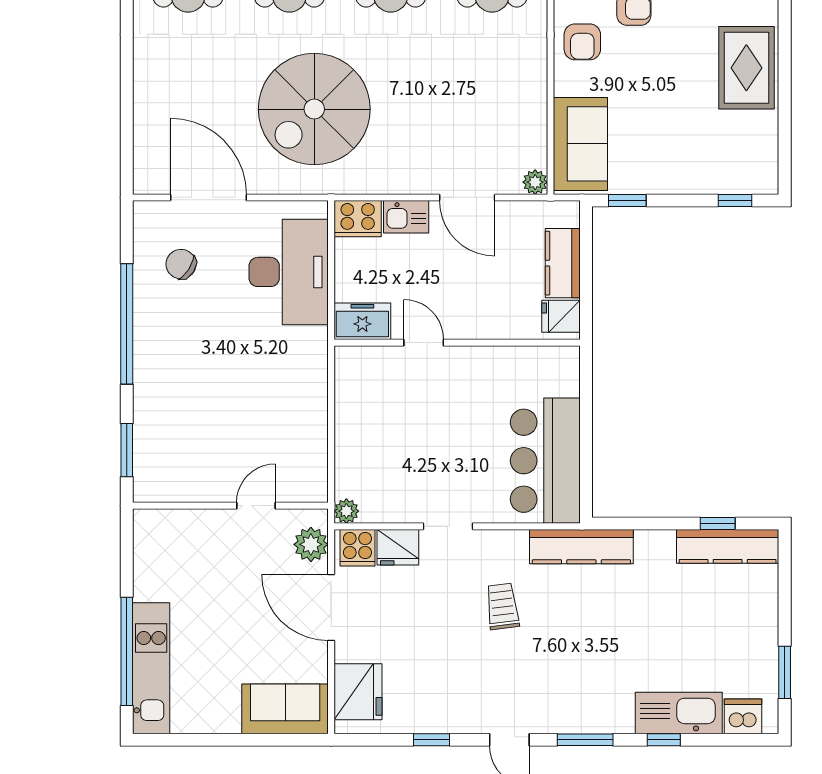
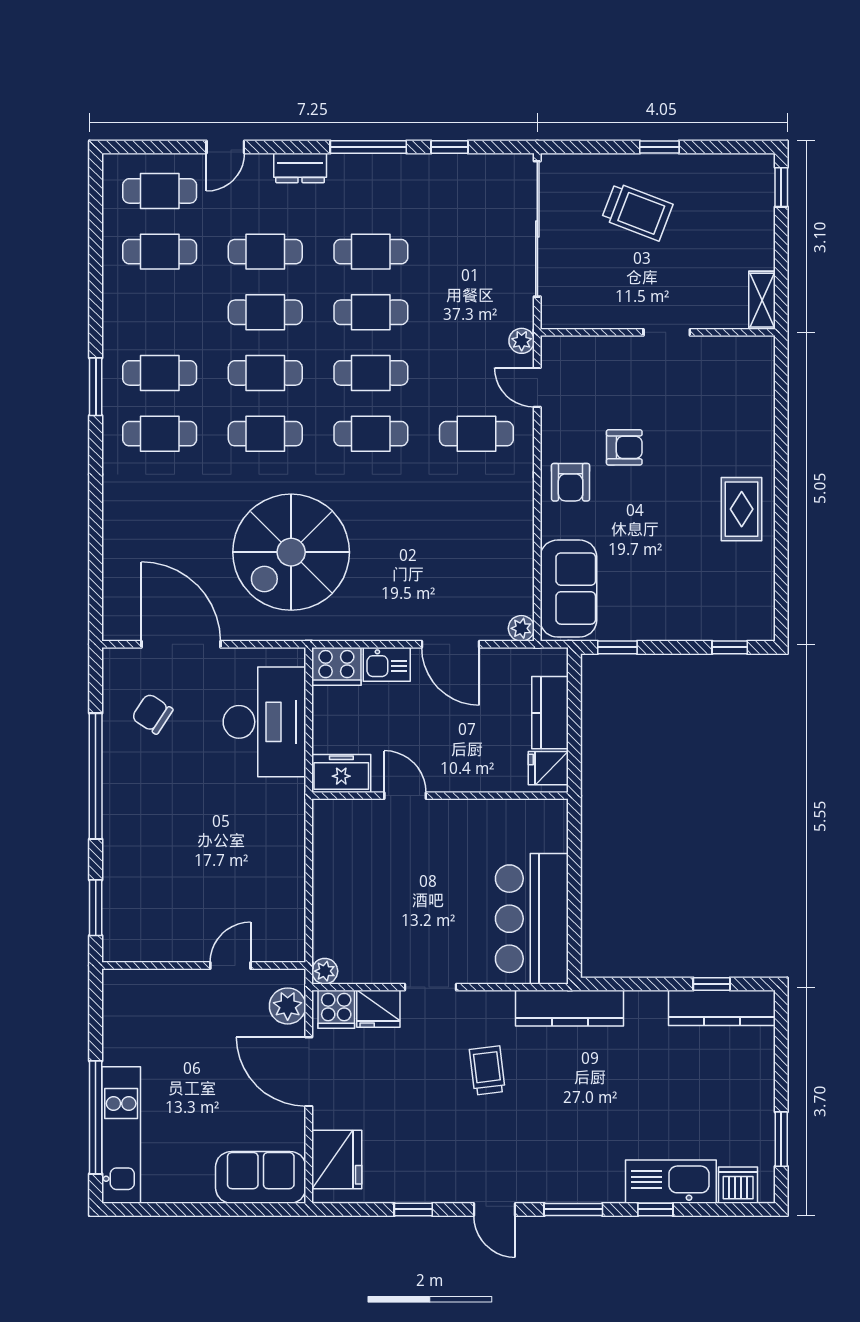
rug: (746, 68) -> (742, 509), width x0.73, depth x0.70

